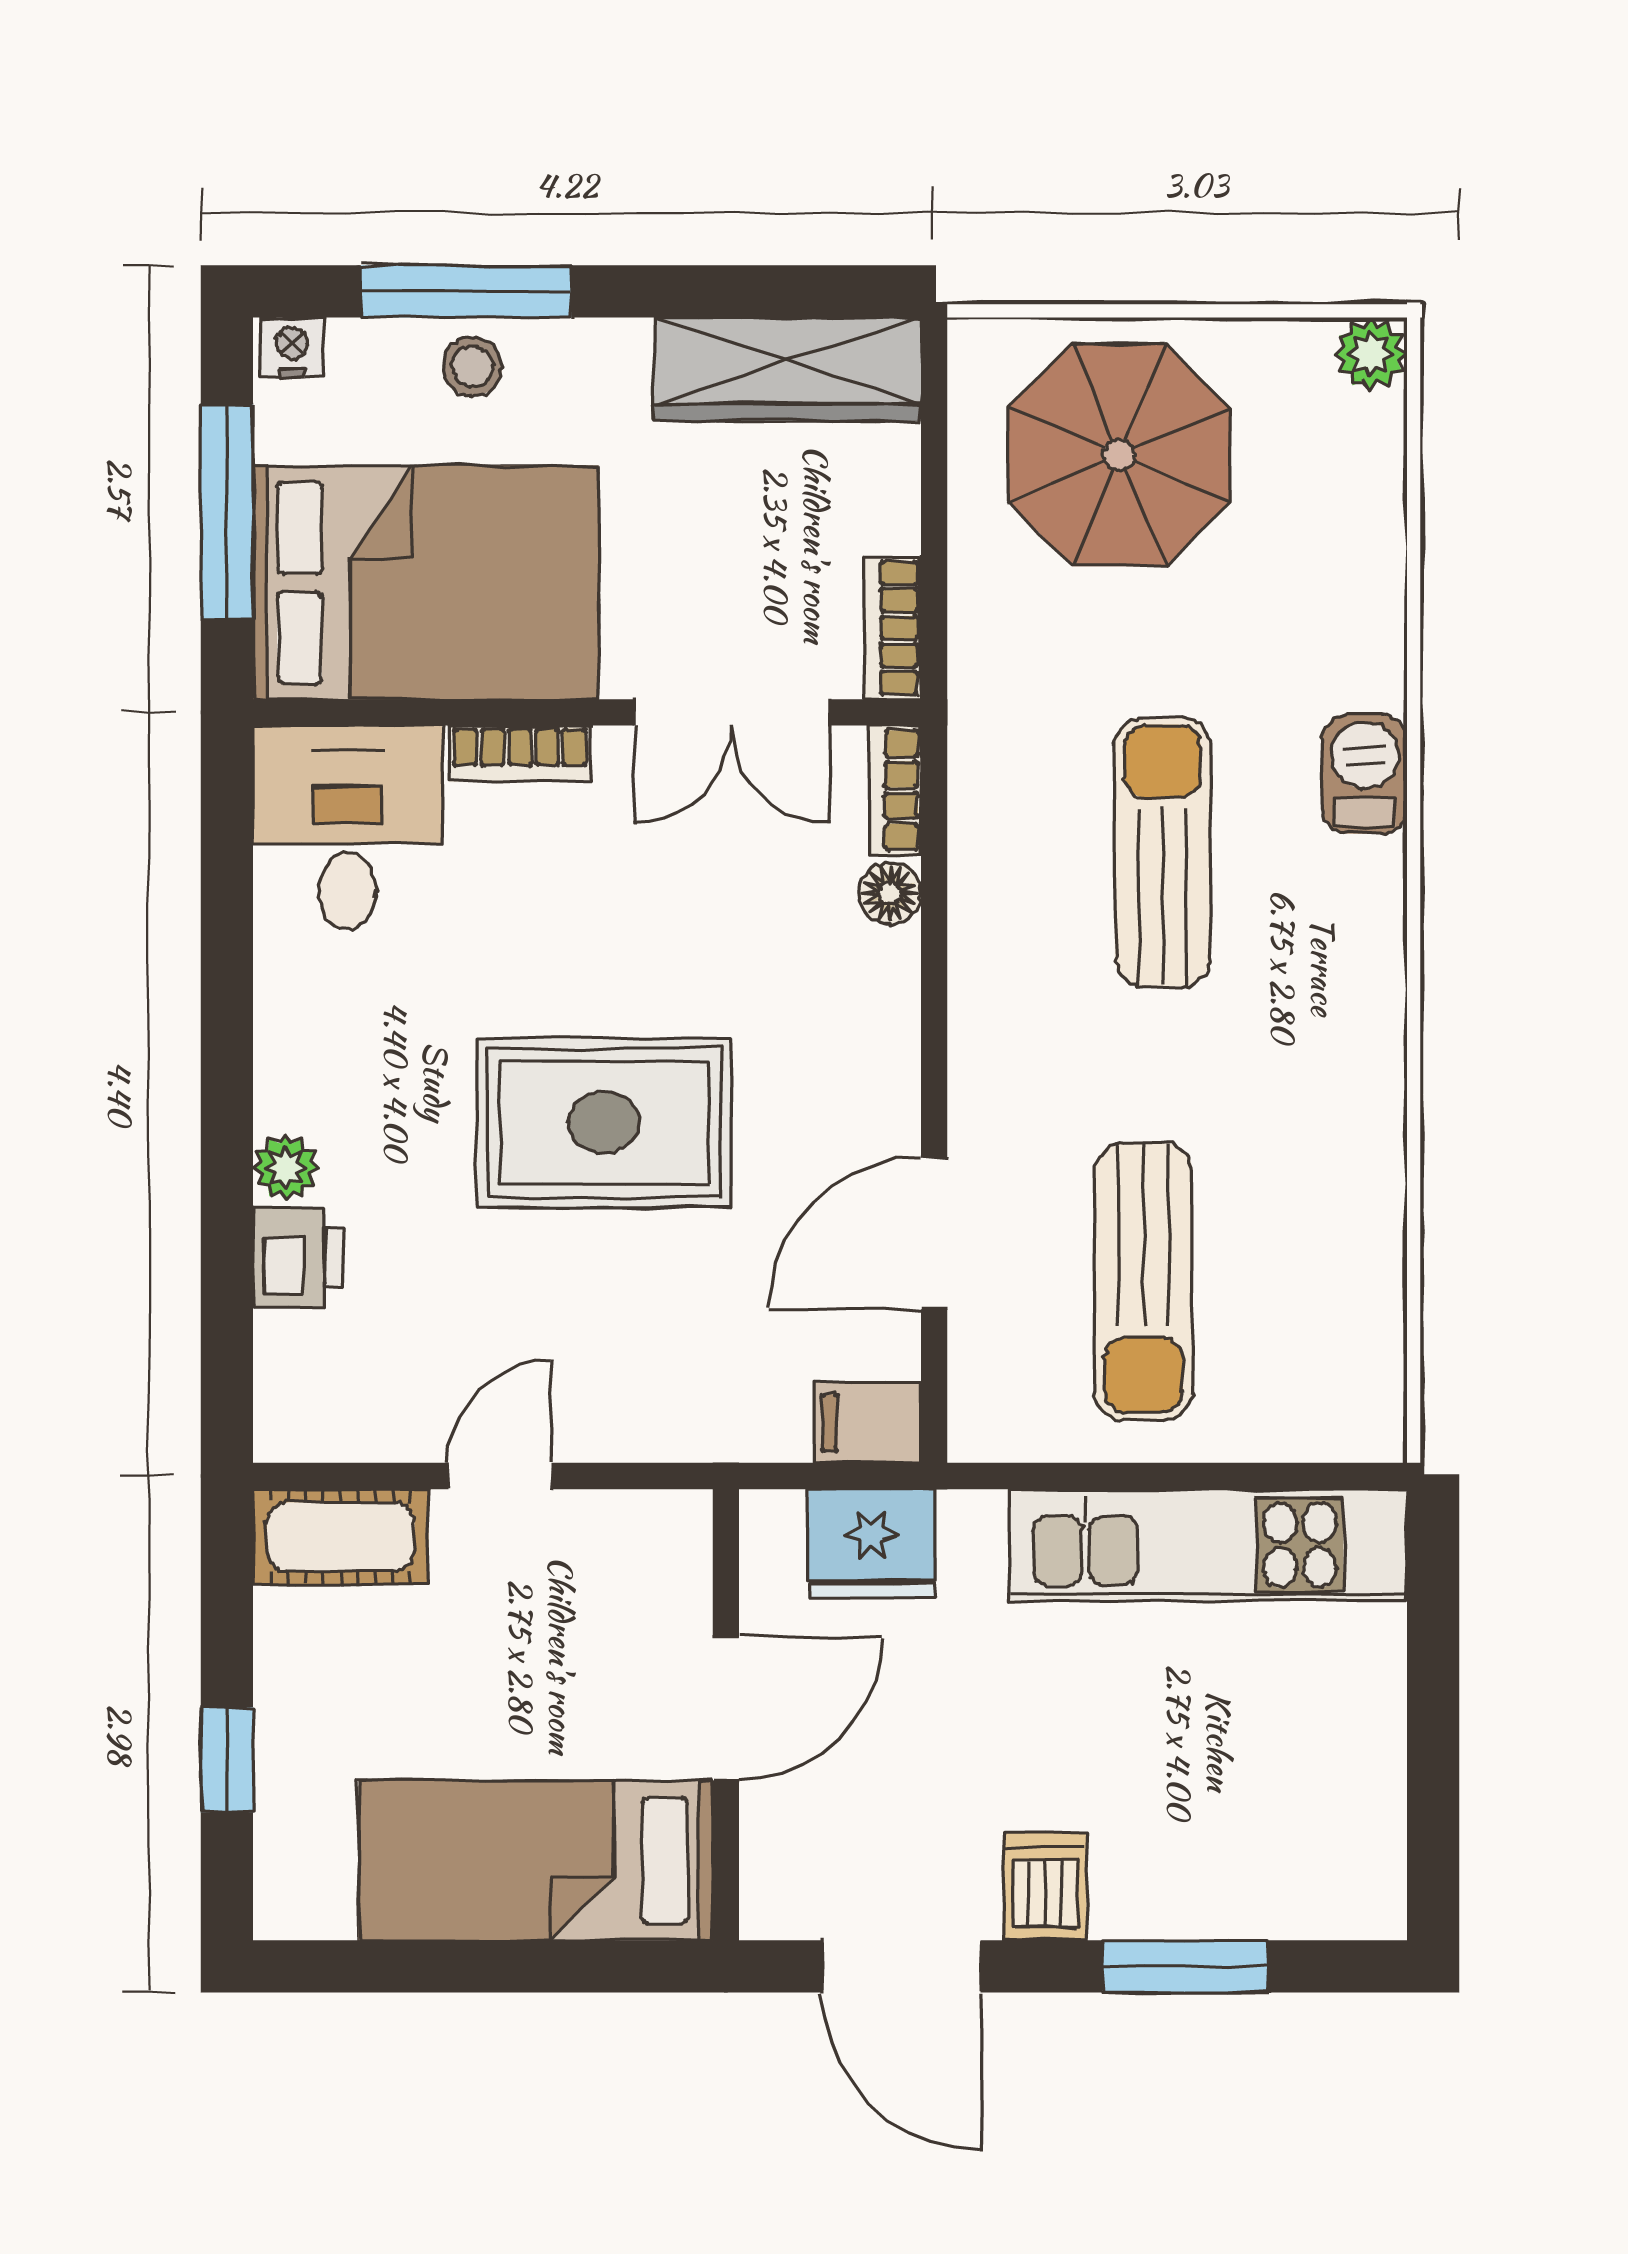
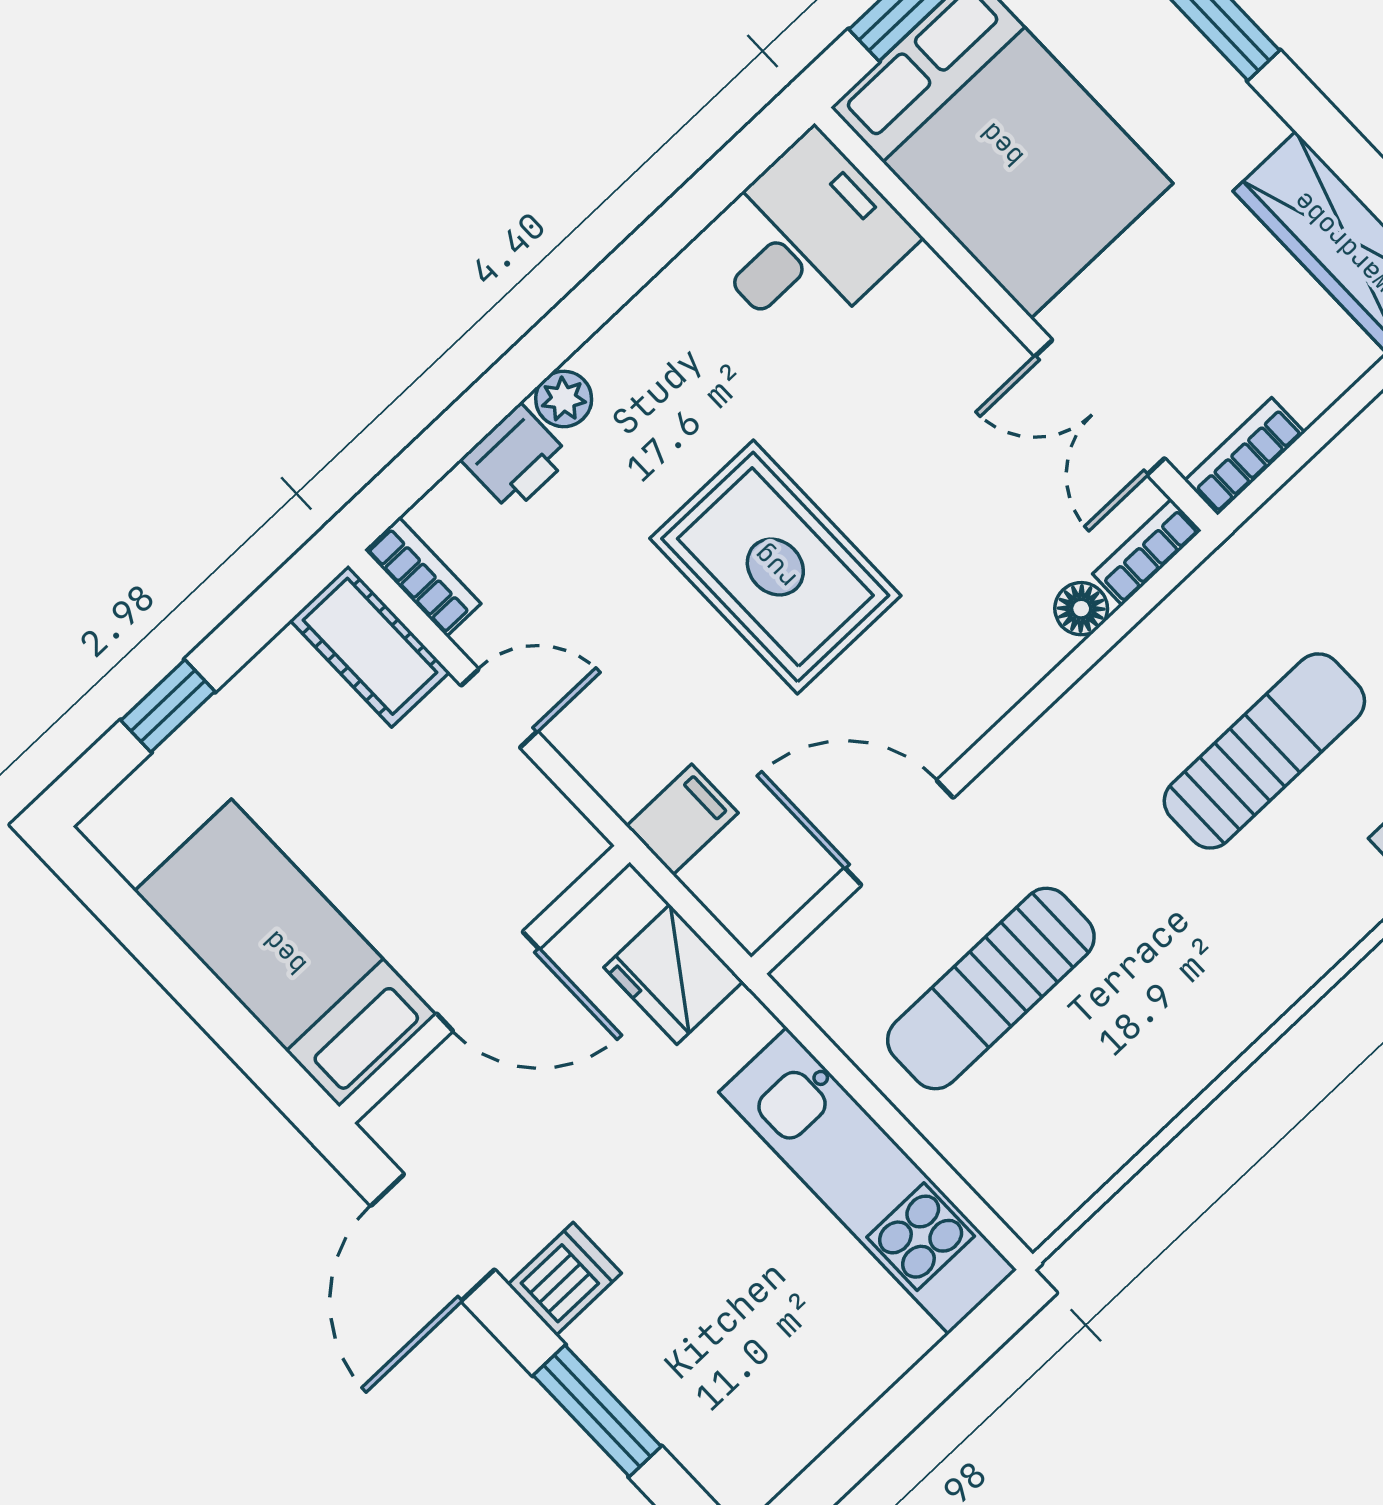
stool: (473, 367) -> (1161, 49), removed
bookcase: (520, 754) -> (423, 577), moved, turned 180
filing cabinet: (867, 1423) -> (682, 819), moved, turned 90

